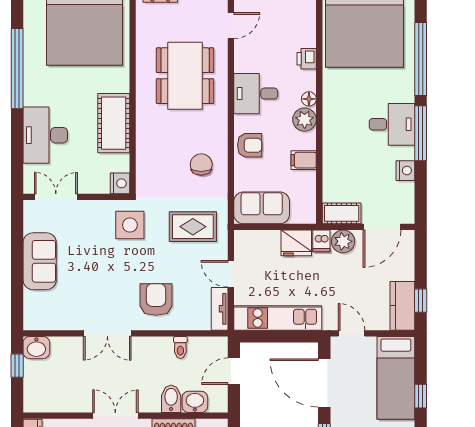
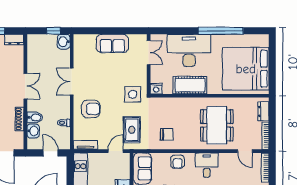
dining table: (185, 76) -> (217, 125), turned 90
desk: (45, 135) -> (189, 50), width x1.36, depth x1.30
door: (231, 274) -> (116, 151), moved

